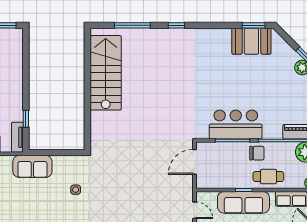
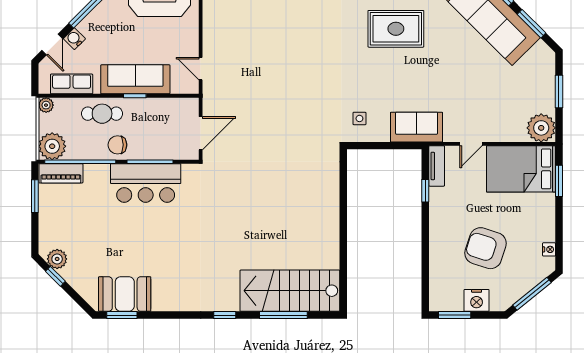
stairs: (106, 73) -> (290, 291), moved, turned 90
side table: (76, 190) -> (359, 118), moved

